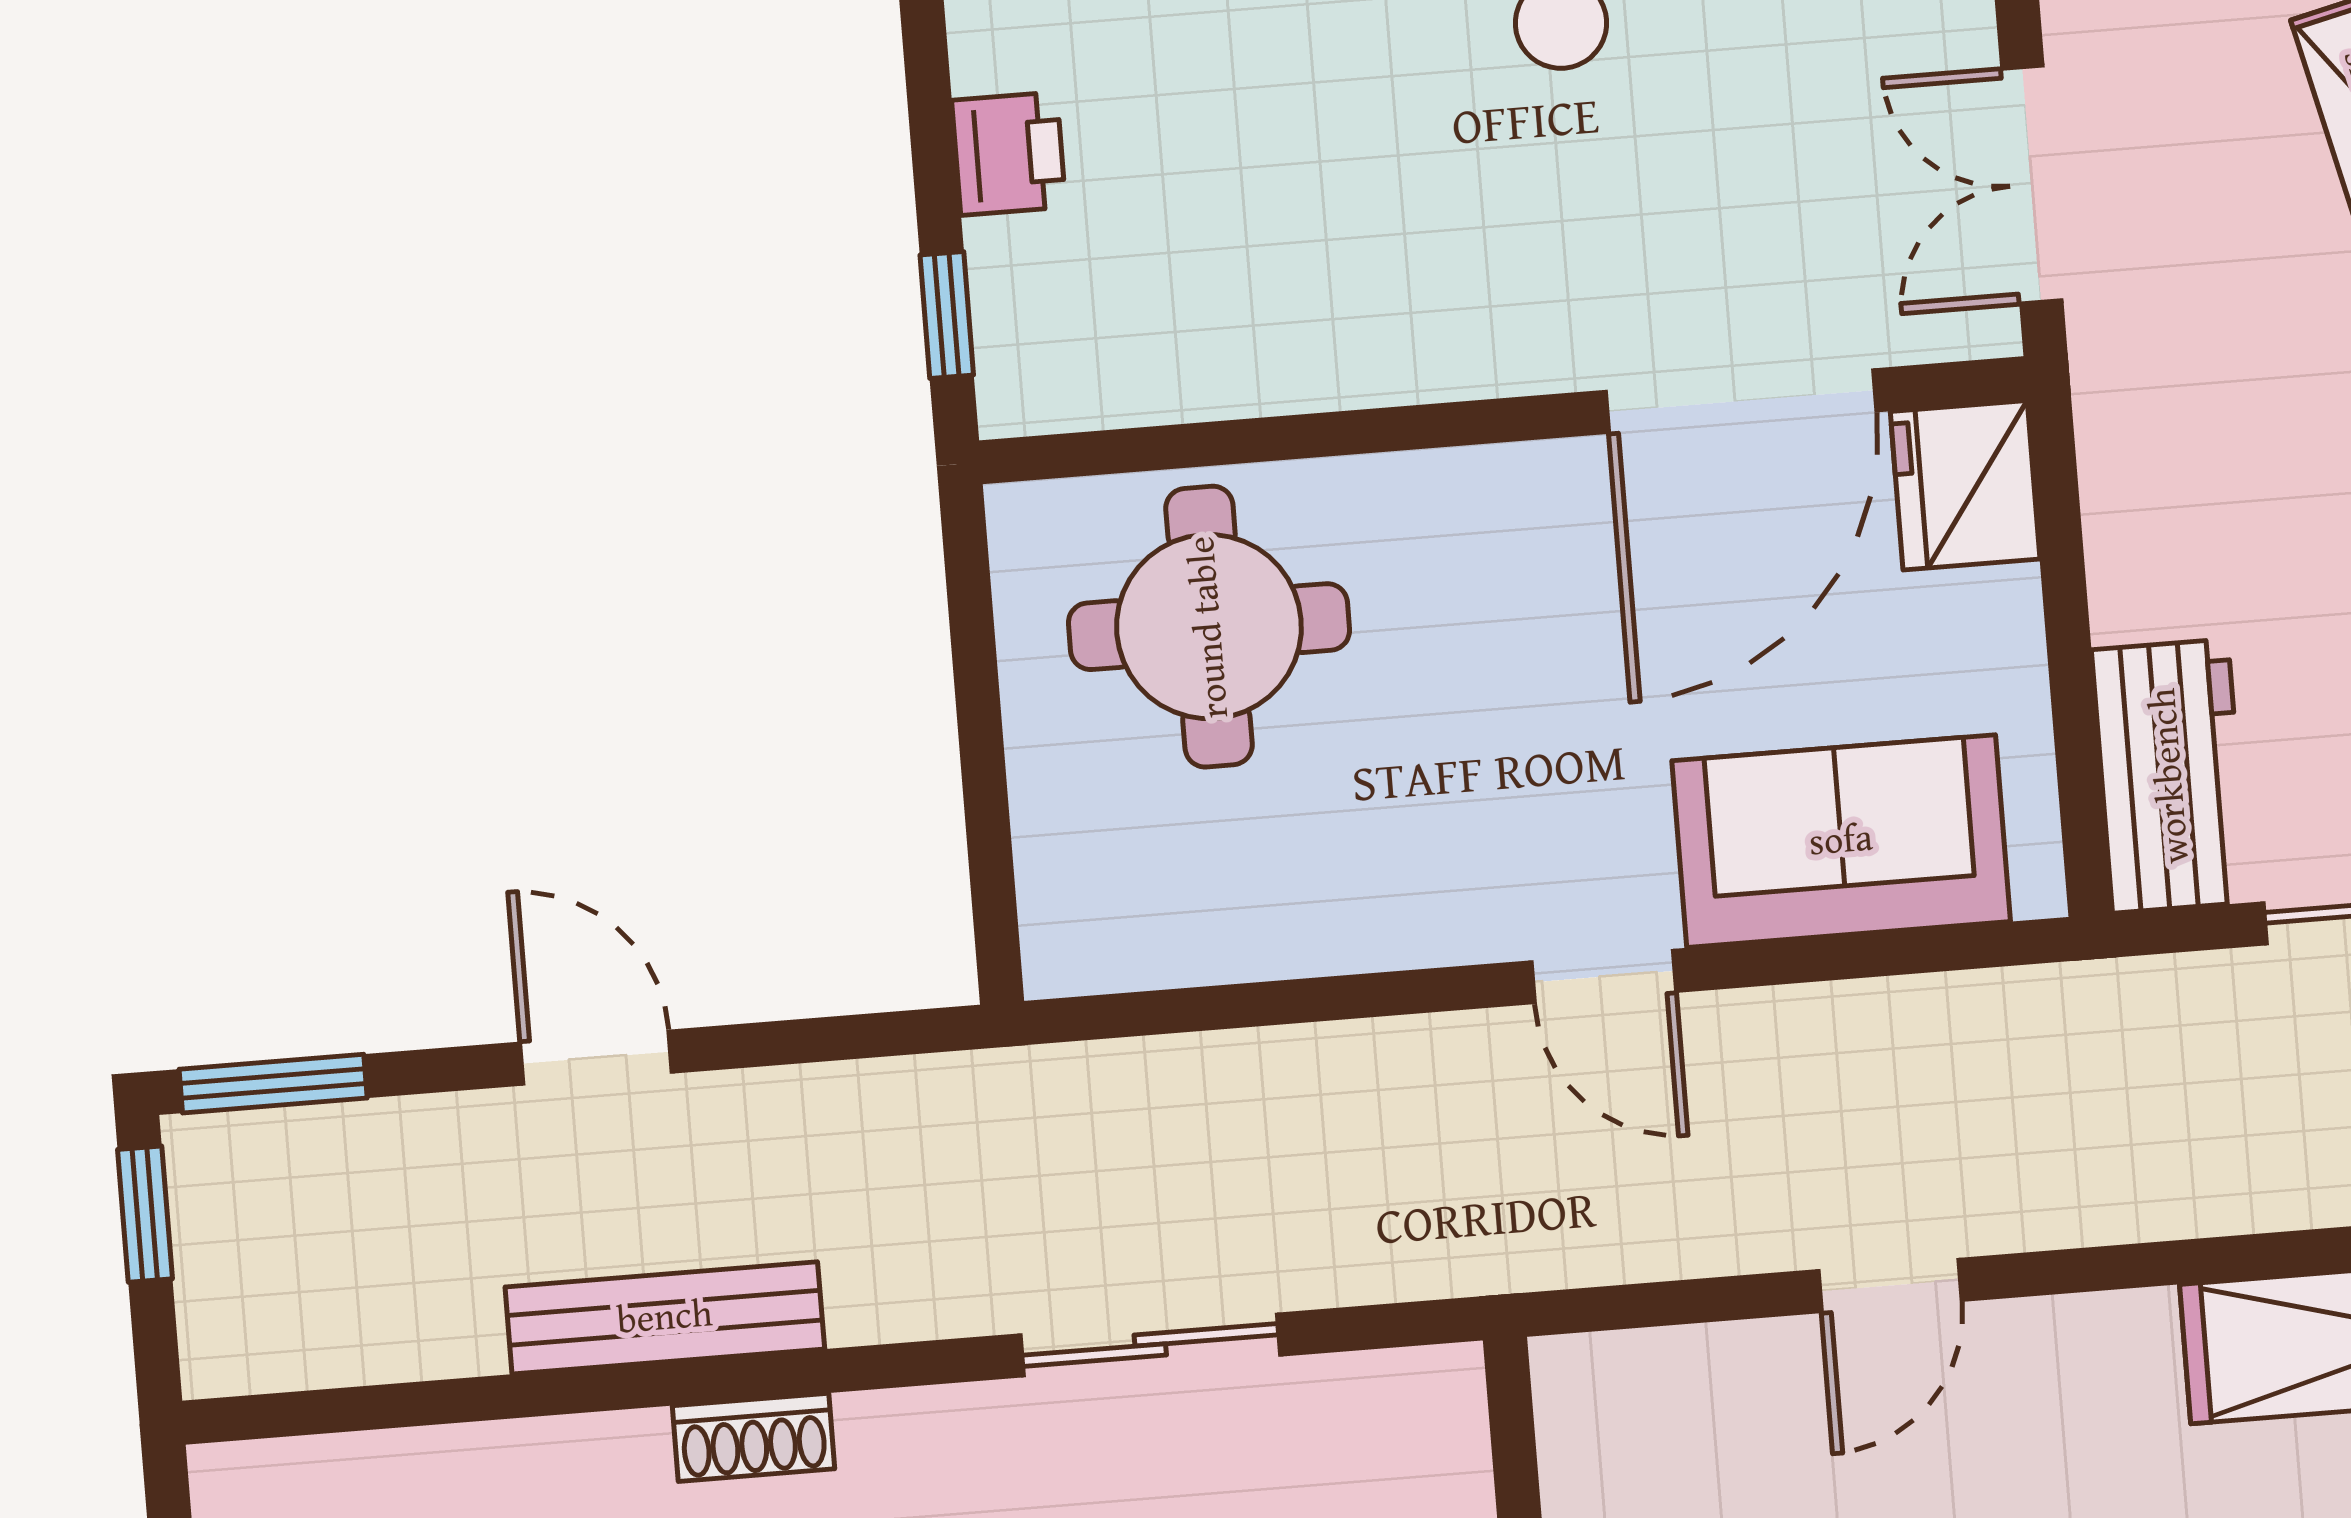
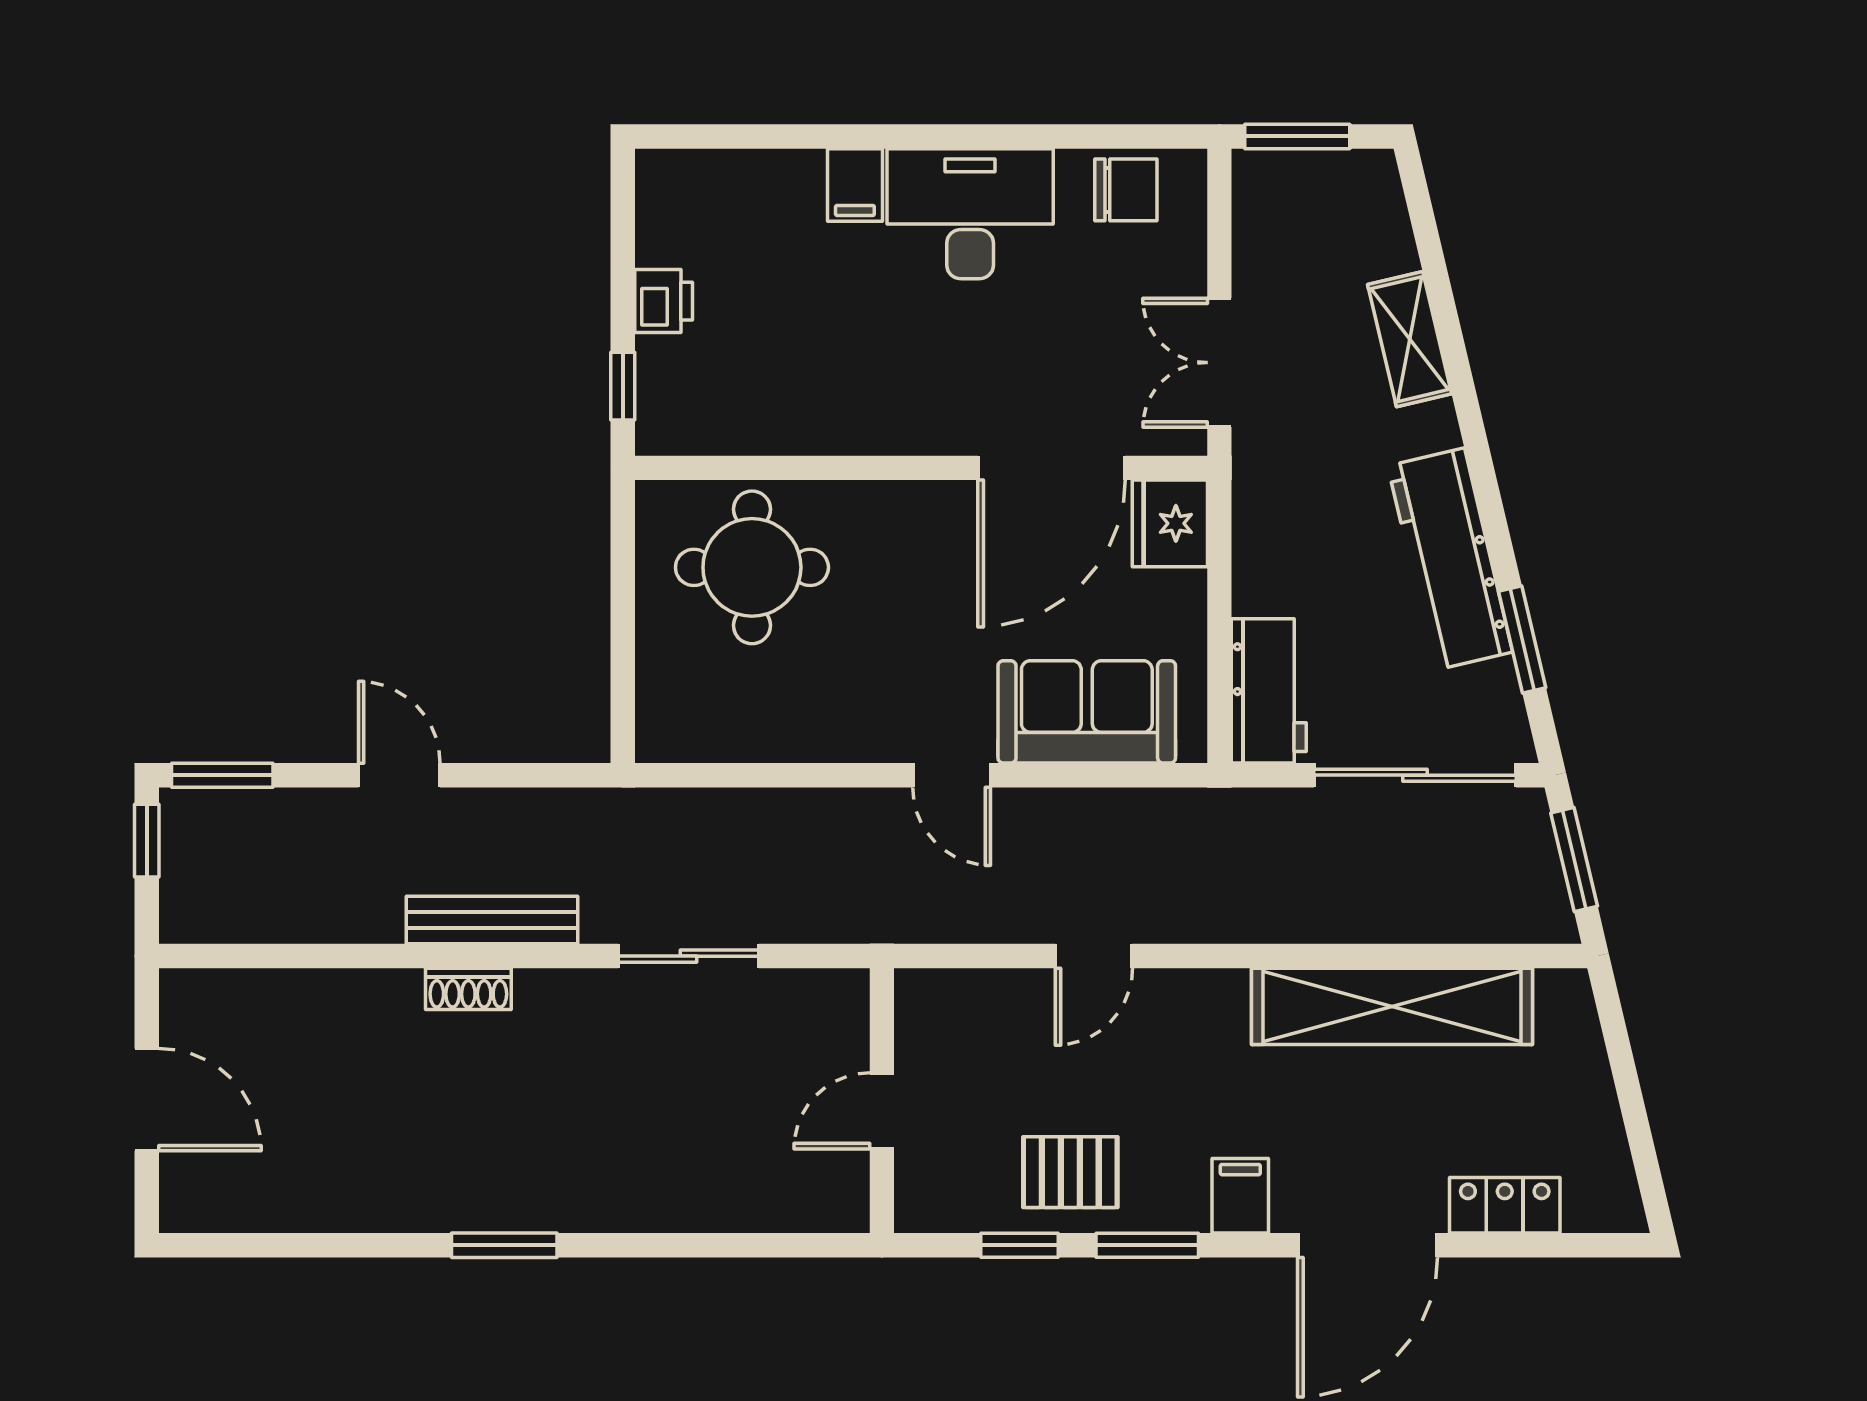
bench: (665, 1318) -> (492, 920), moved

